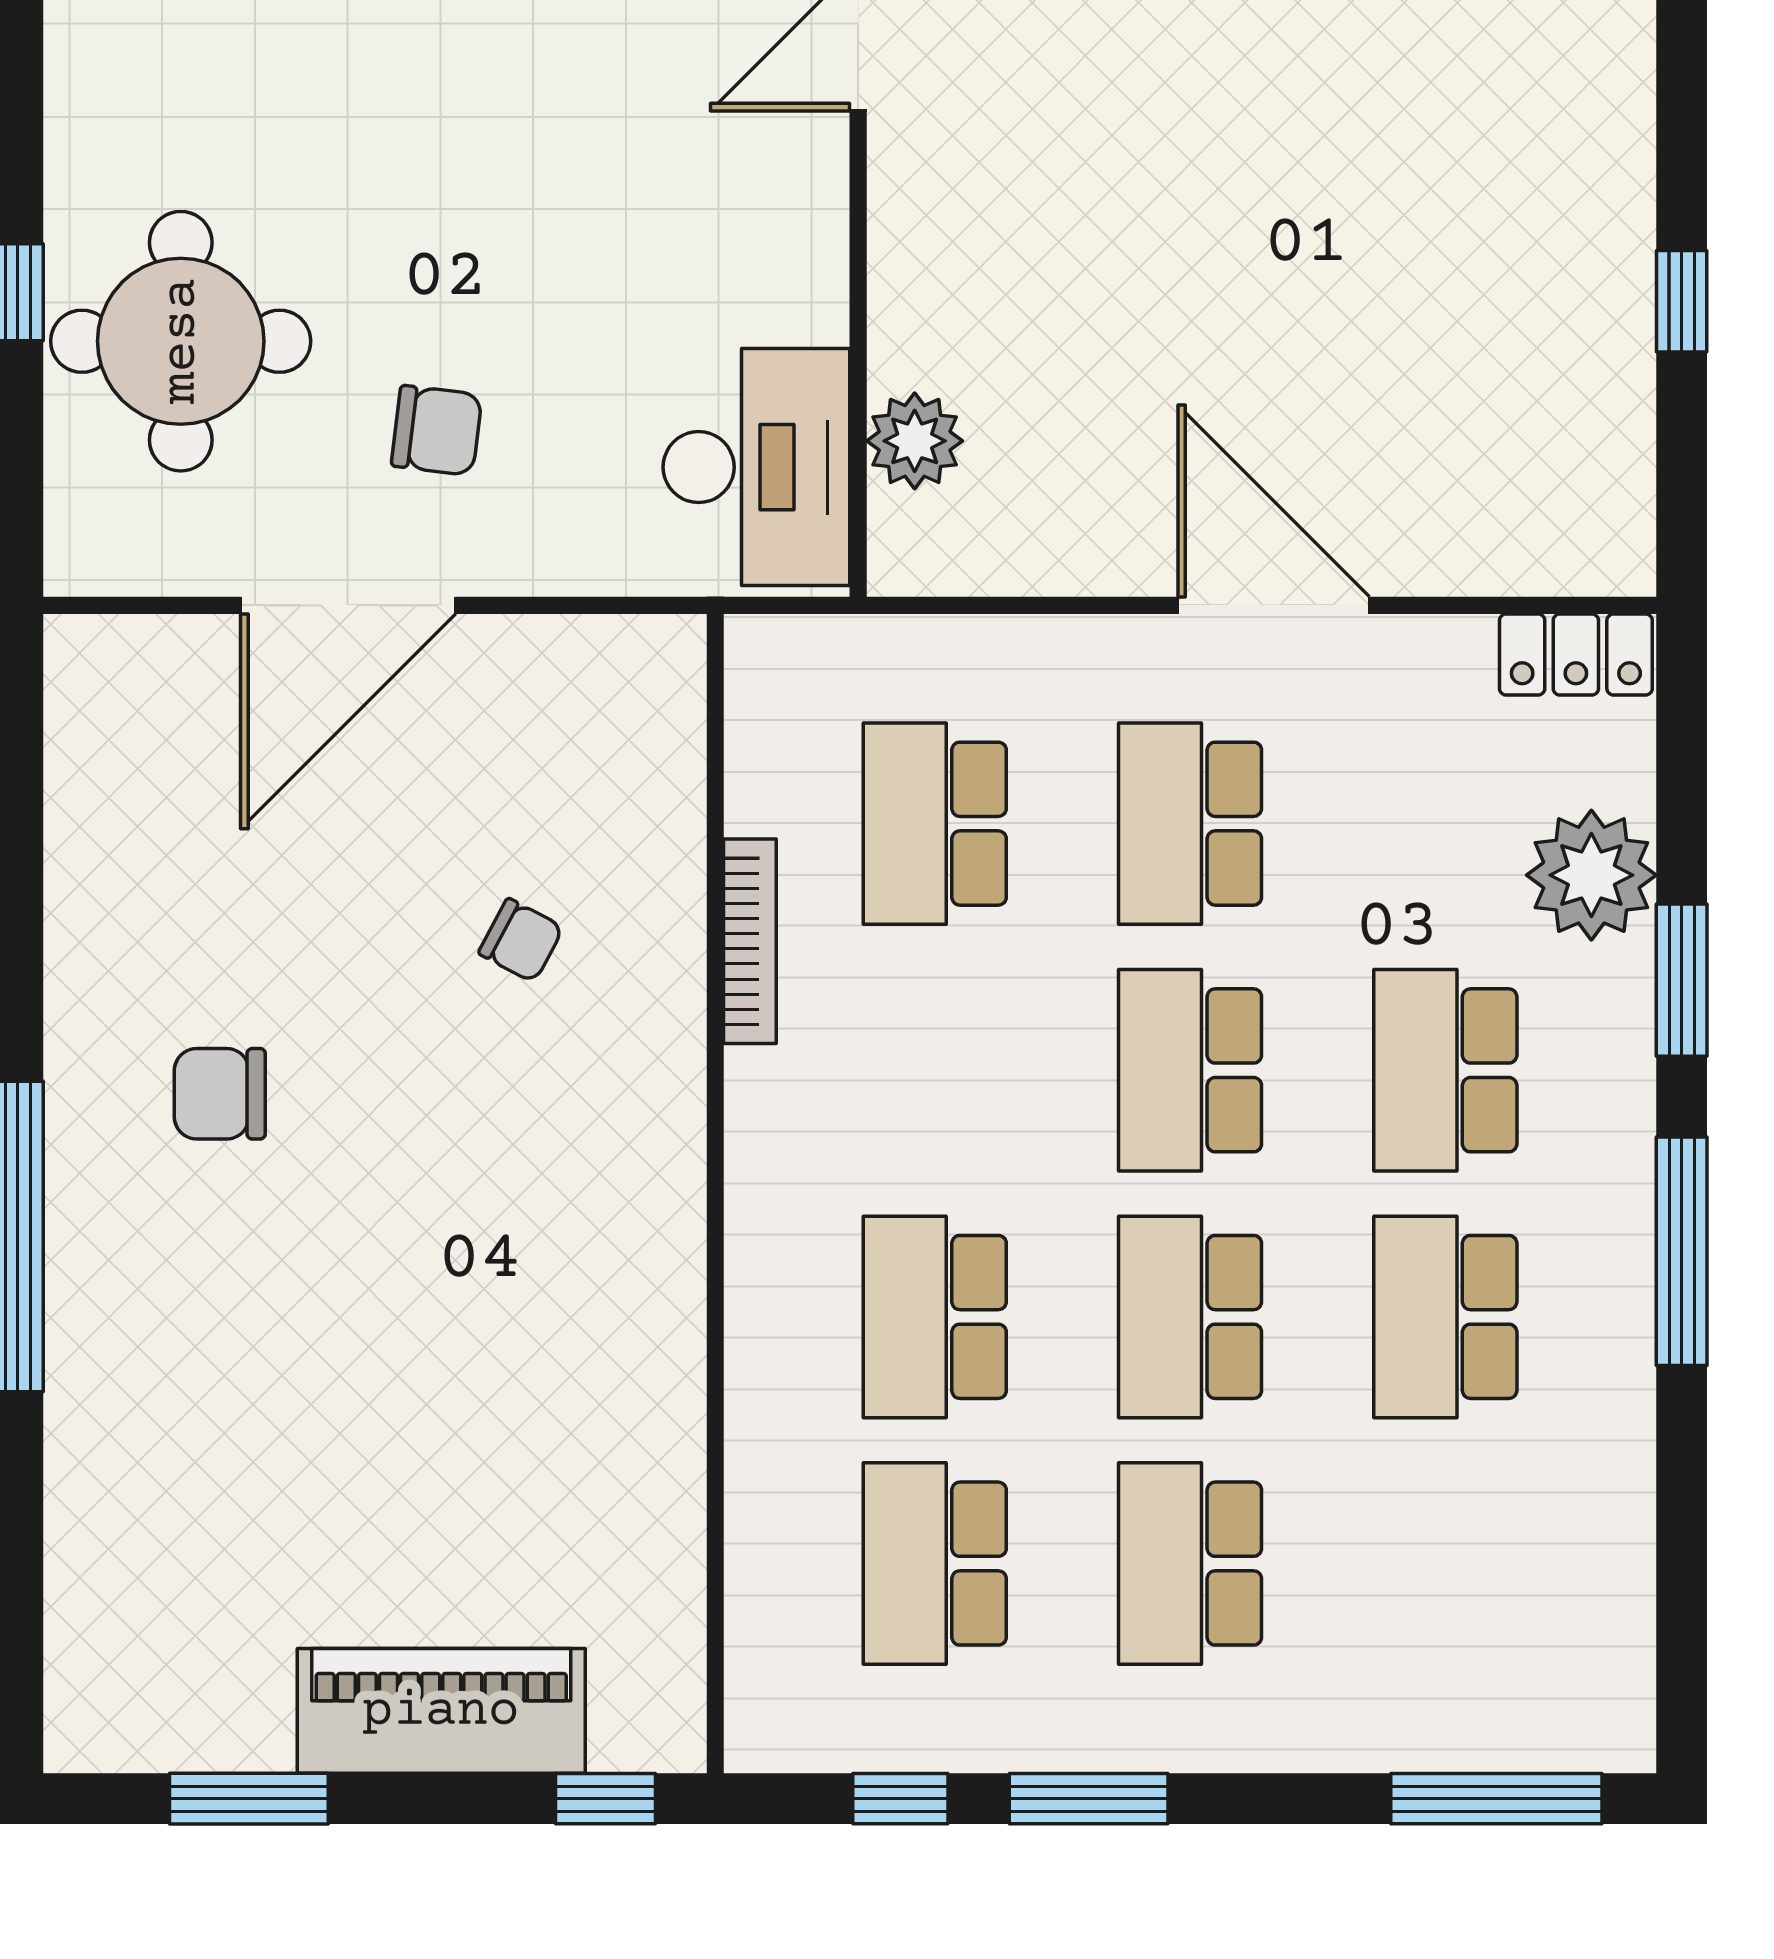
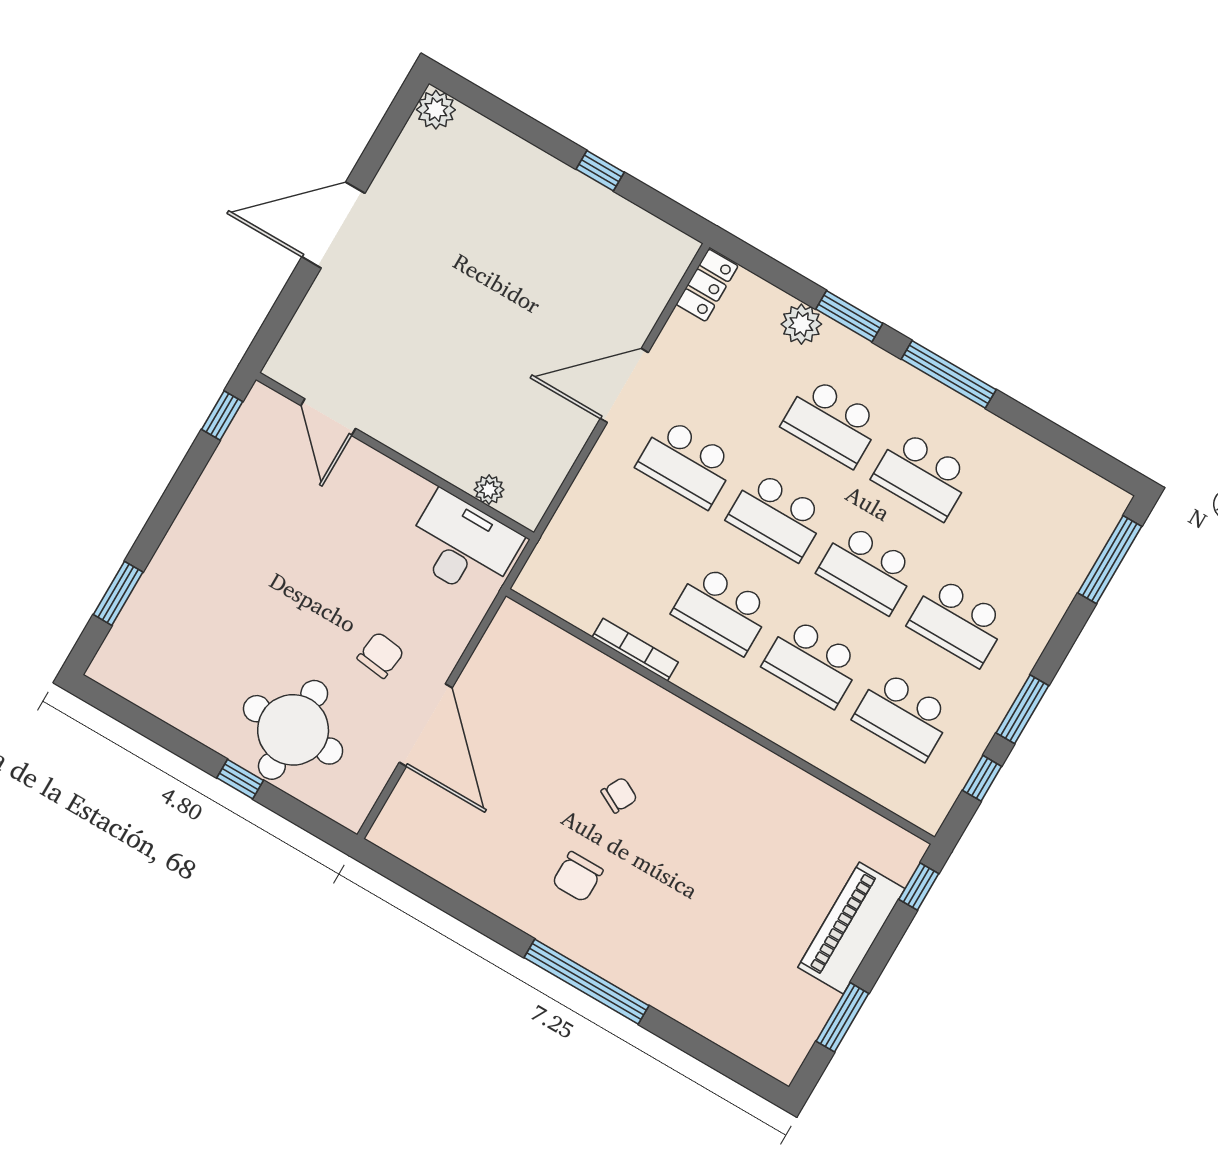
plant: (915, 441) -> (489, 490), width x0.73, depth x0.73
school desk: (935, 824) -> (722, 610), moved
plant: (1591, 875) -> (801, 324), width x0.73, depth x0.73
chair: (521, 940) -> (619, 795), moved

